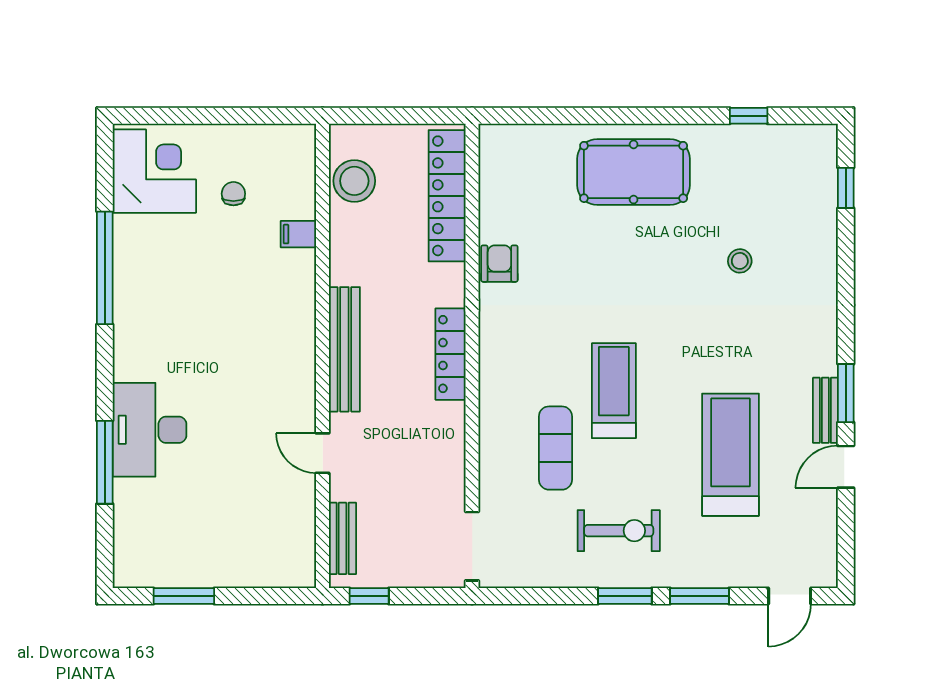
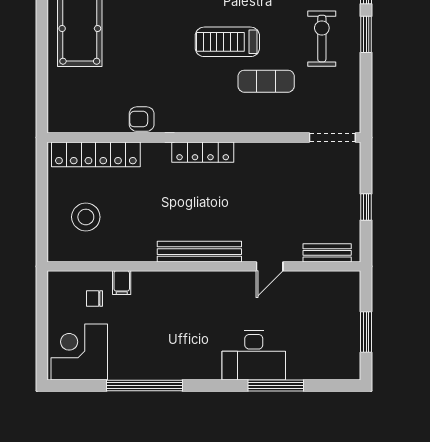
filing cabinet: (298, 234) -> (122, 283), moved
bench: (344, 349) -> (199, 252), moved
wall: (323, 356) -> (204, 266), moved
door: (323, 453) -> (270, 266), moved
bench: (343, 538) -> (327, 253), moved

